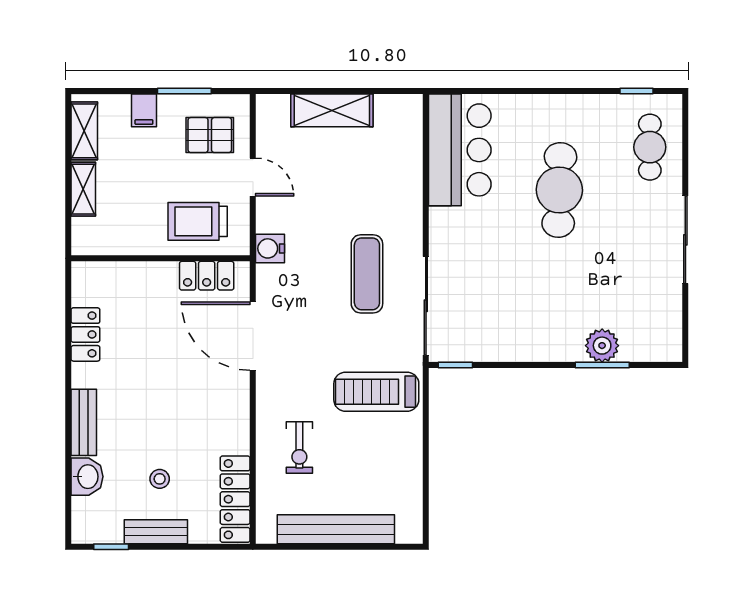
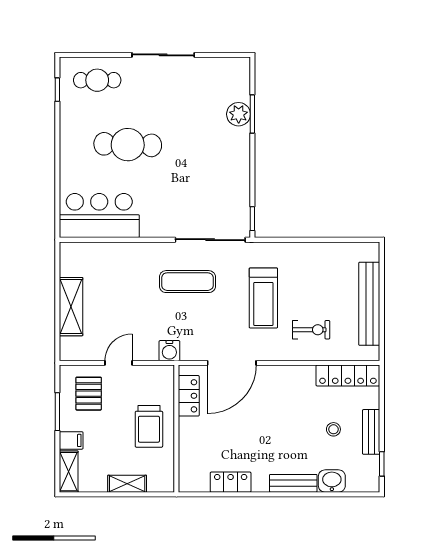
shelving: (84, 131) -> (69, 472), moved, turned 90
trolley: (198, 221) -> (149, 426), moved
treadmill: (376, 392) -> (263, 298), moved

